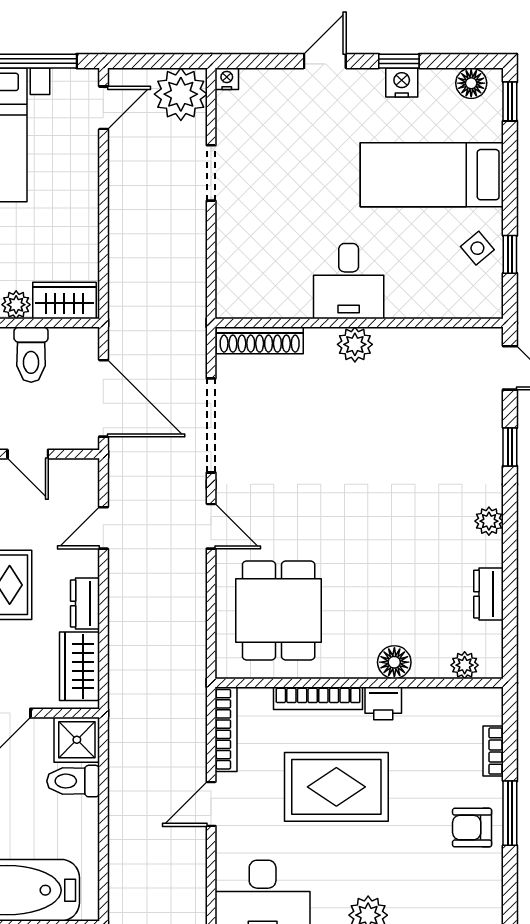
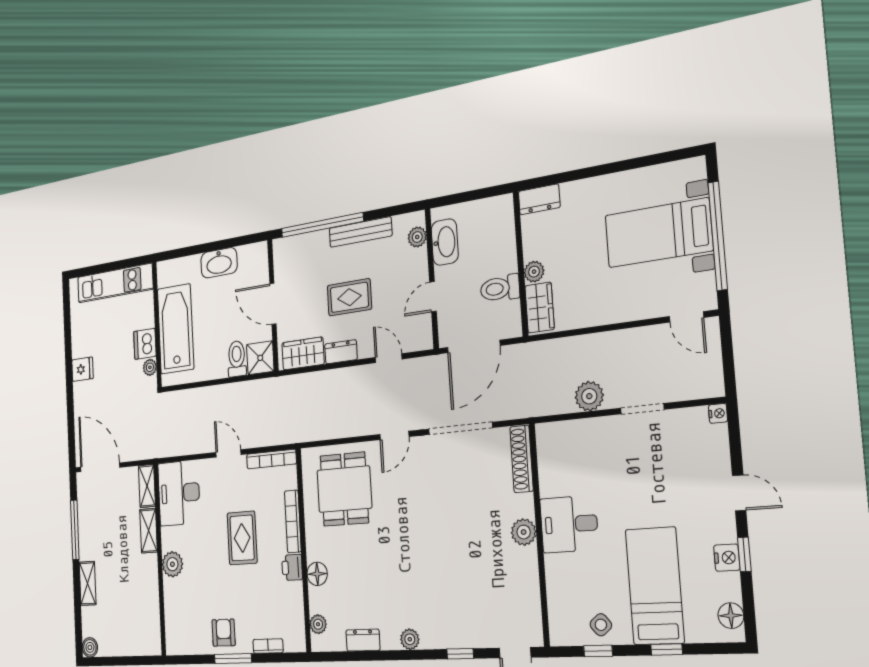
plant: (181, 94) -> (589, 396), moved, width x0.73, depth x0.73
window: (510, 101) -> (667, 649), moved
dining table: (279, 610) -> (344, 489), turned 90
rug: (336, 787) -> (242, 538), width x0.73, depth x0.70

